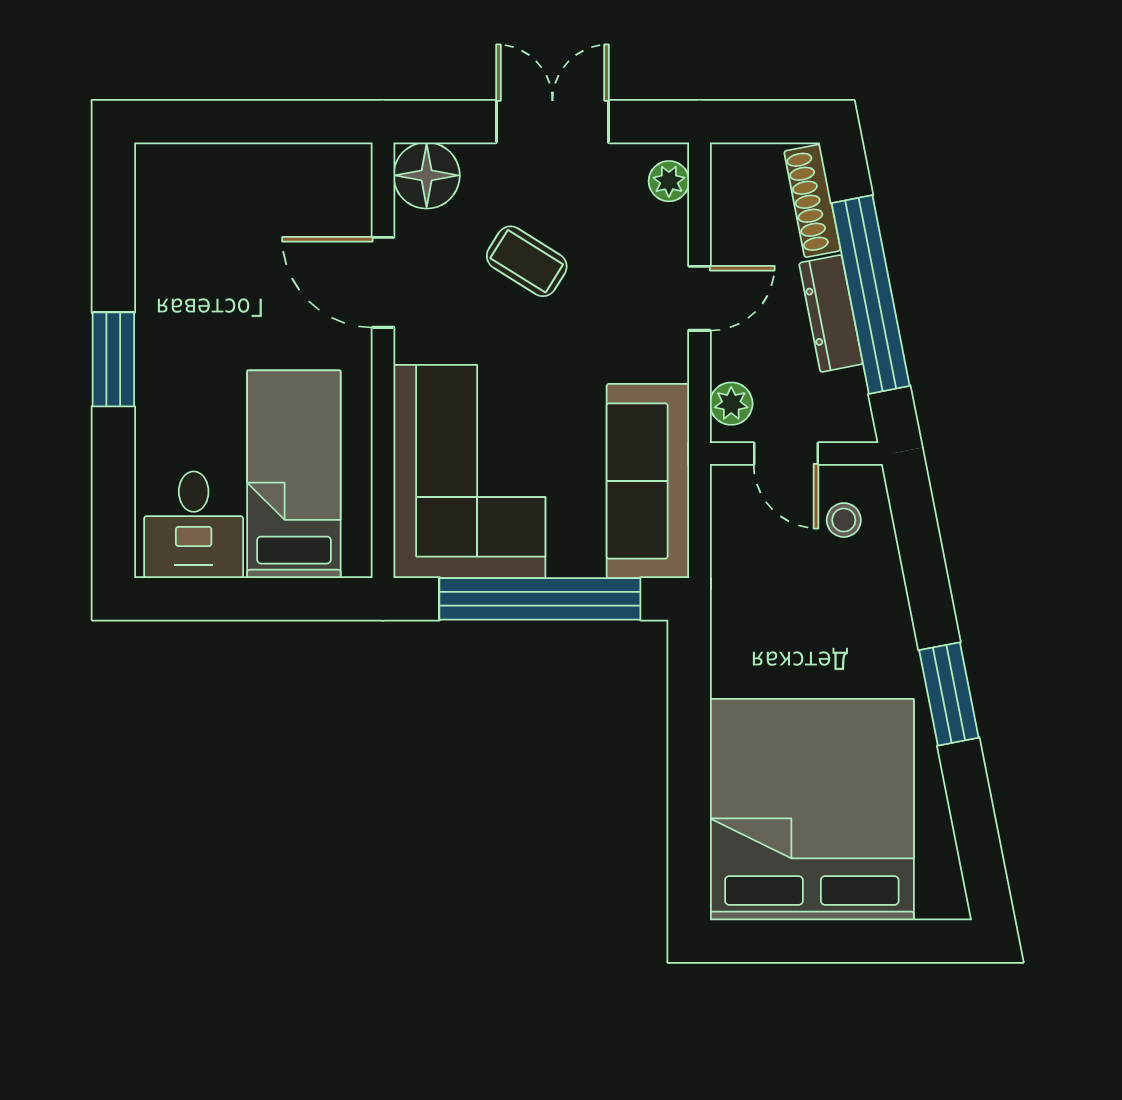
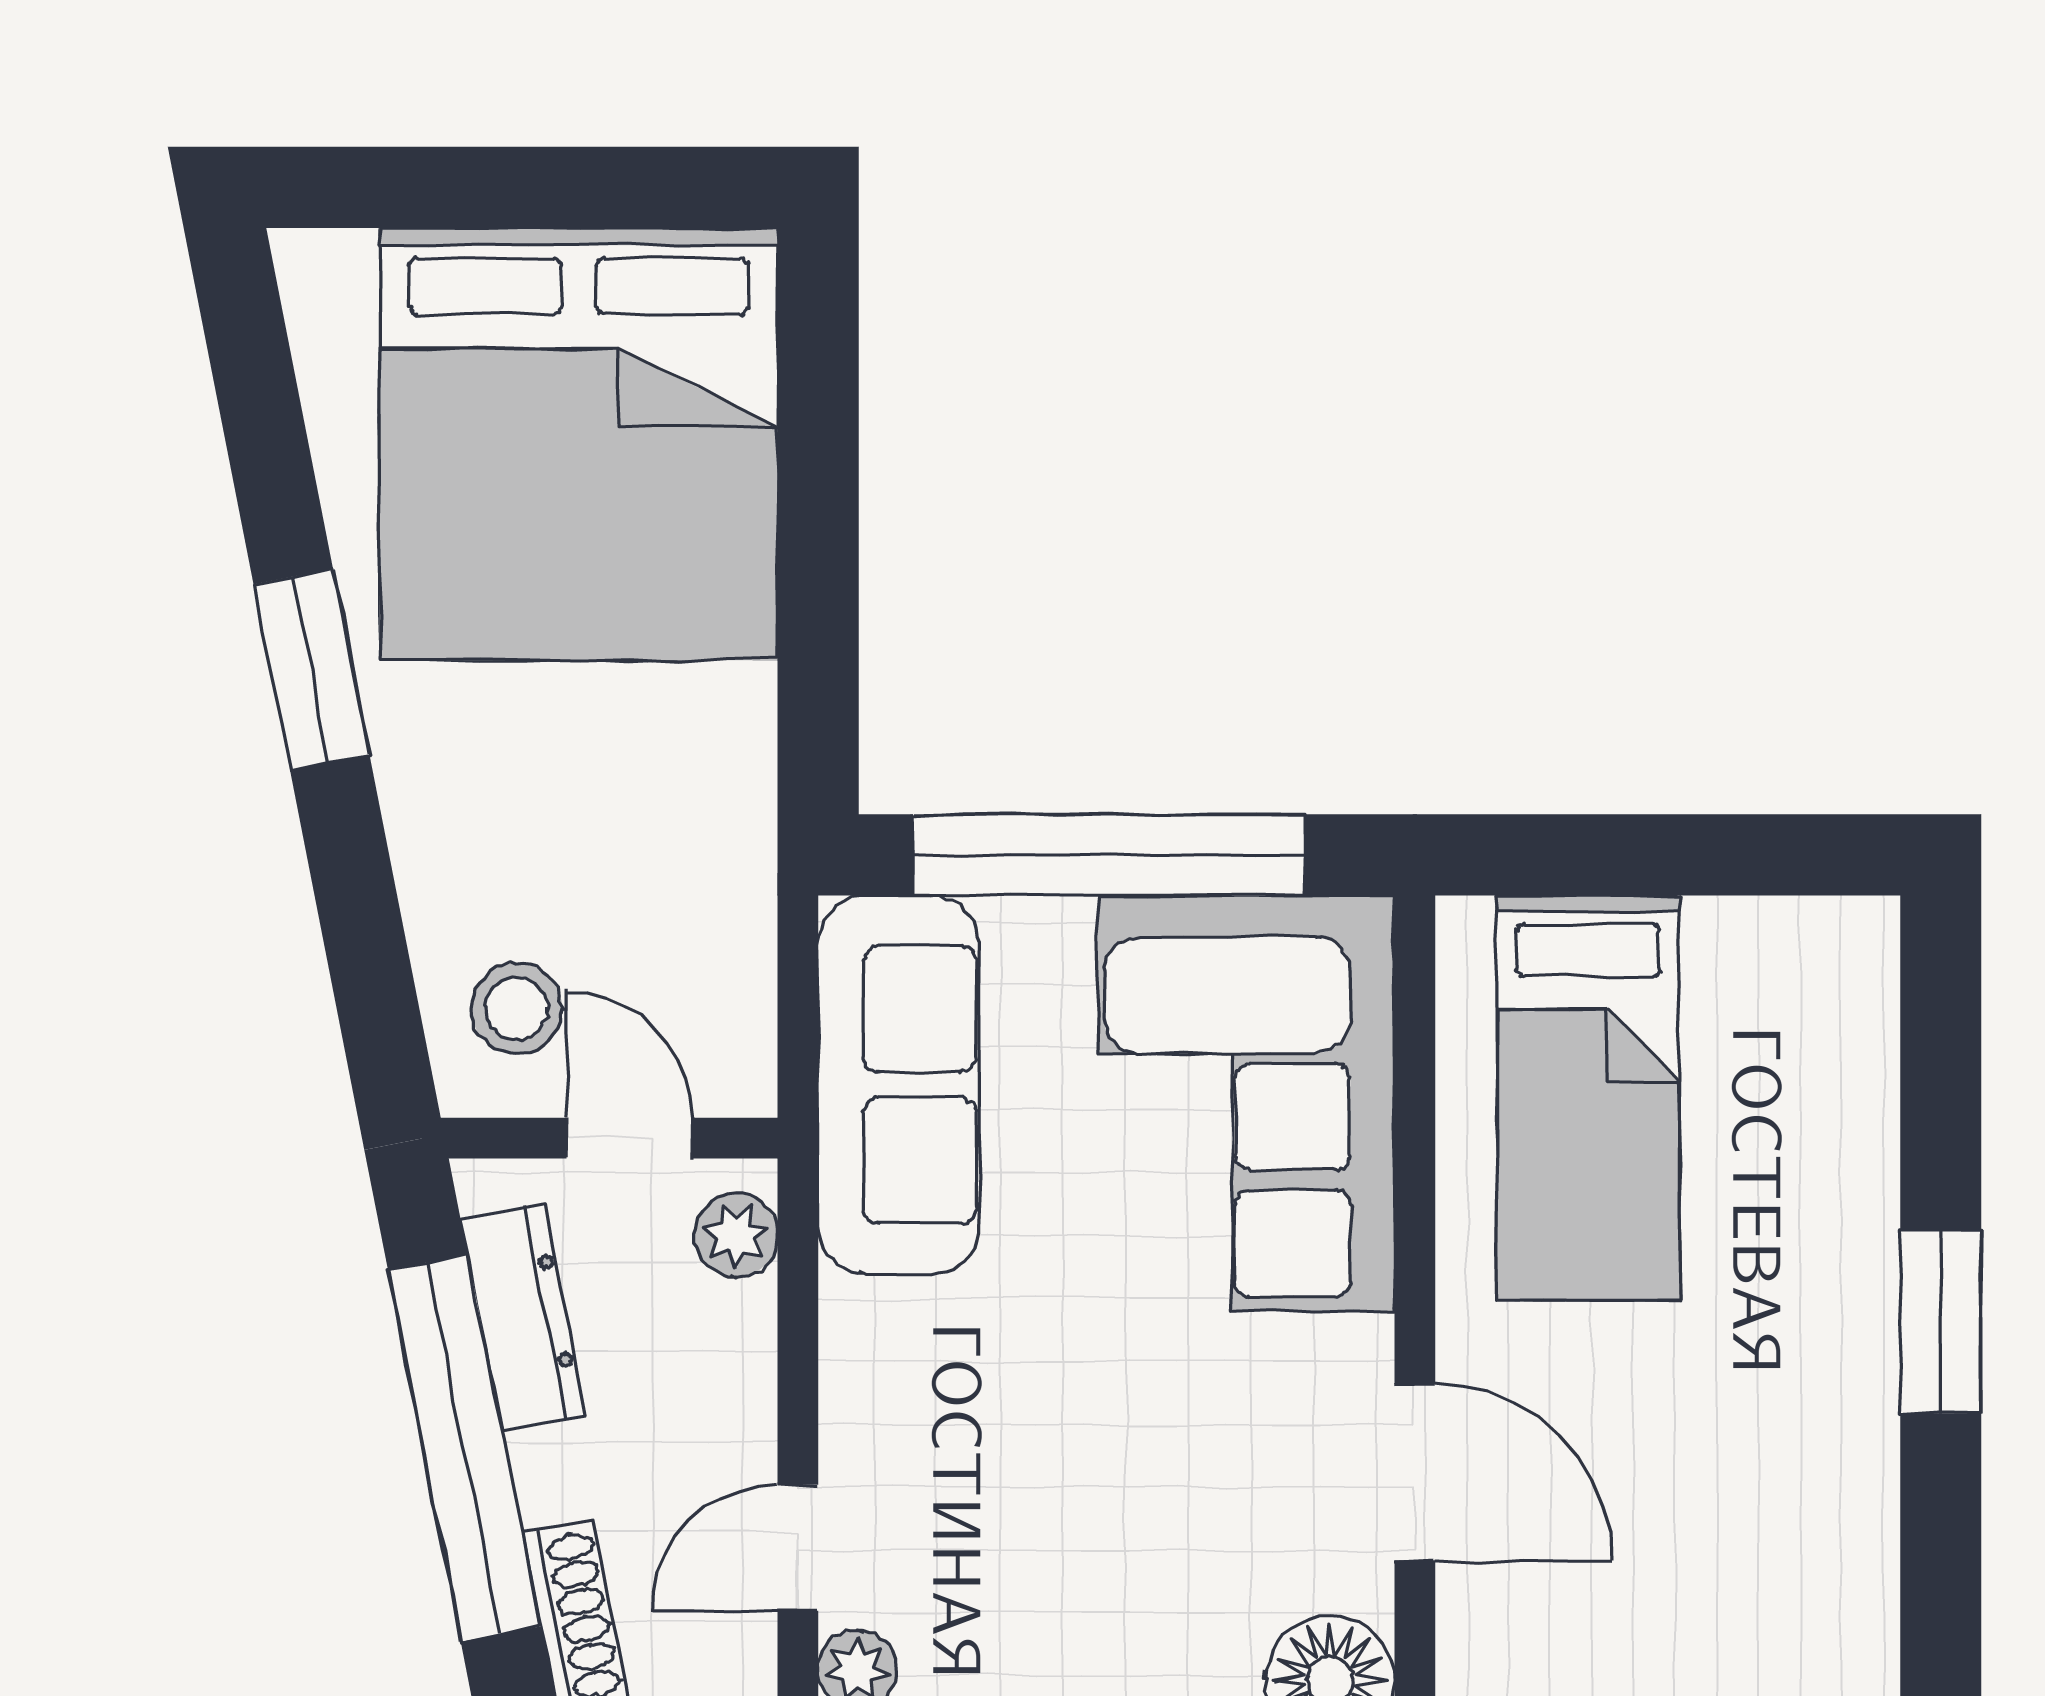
coffee table: (527, 261) -> (1135, 1513), removed
door: (699, 298) -> (798, 1548), moved
dresser: (831, 313) -> (523, 1317), moved
stool: (844, 520) -> (517, 1009), width x1.37, depth x1.37
desk: (194, 525) -> (1784, 999), removed

